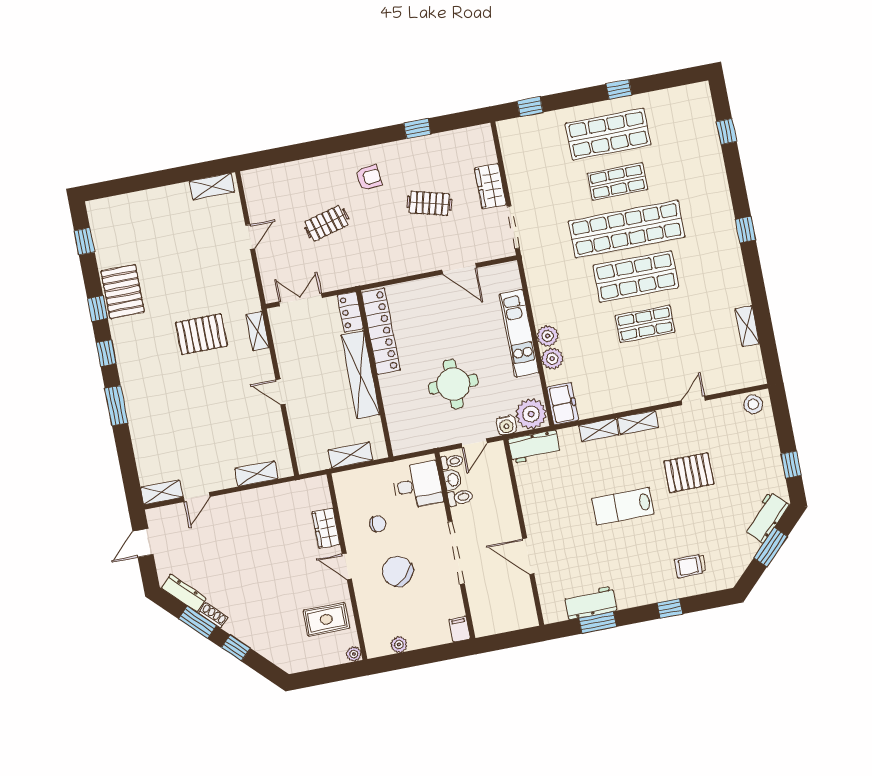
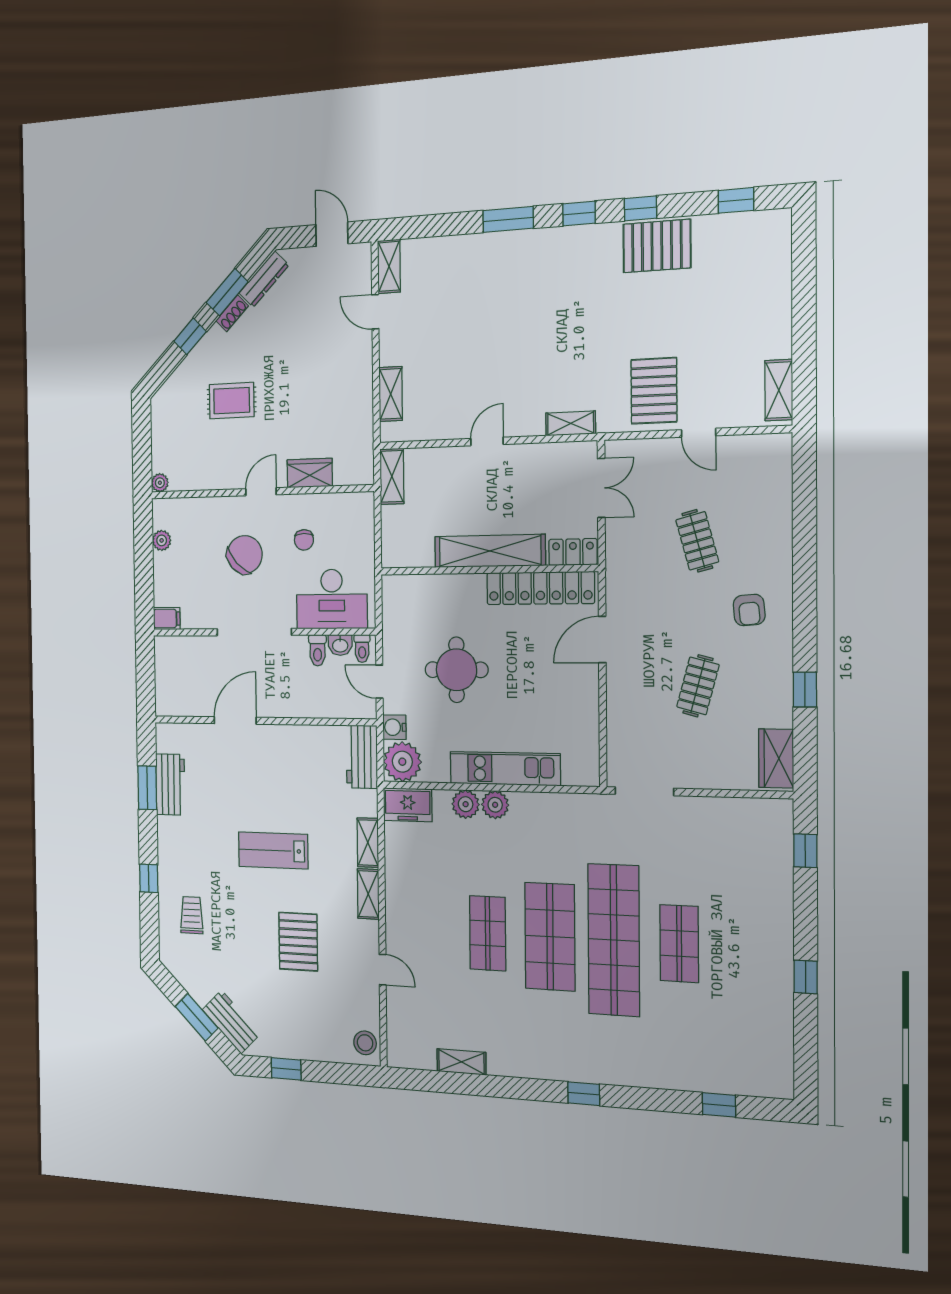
shop shelf: (608, 134) -> (746, 947), removed
wardrobe: (490, 186) -> (776, 758), moved, turned -90
door: (459, 269) -> (602, 640), moved
pallet: (201, 334) -> (654, 391), moved
shelving: (350, 455) -> (392, 476), moved
desk: (417, 485) -> (332, 599), width x1.37
lab bench: (623, 506) -> (273, 850), turned -90
rug: (326, 619) -> (232, 401), moved, turned 90

